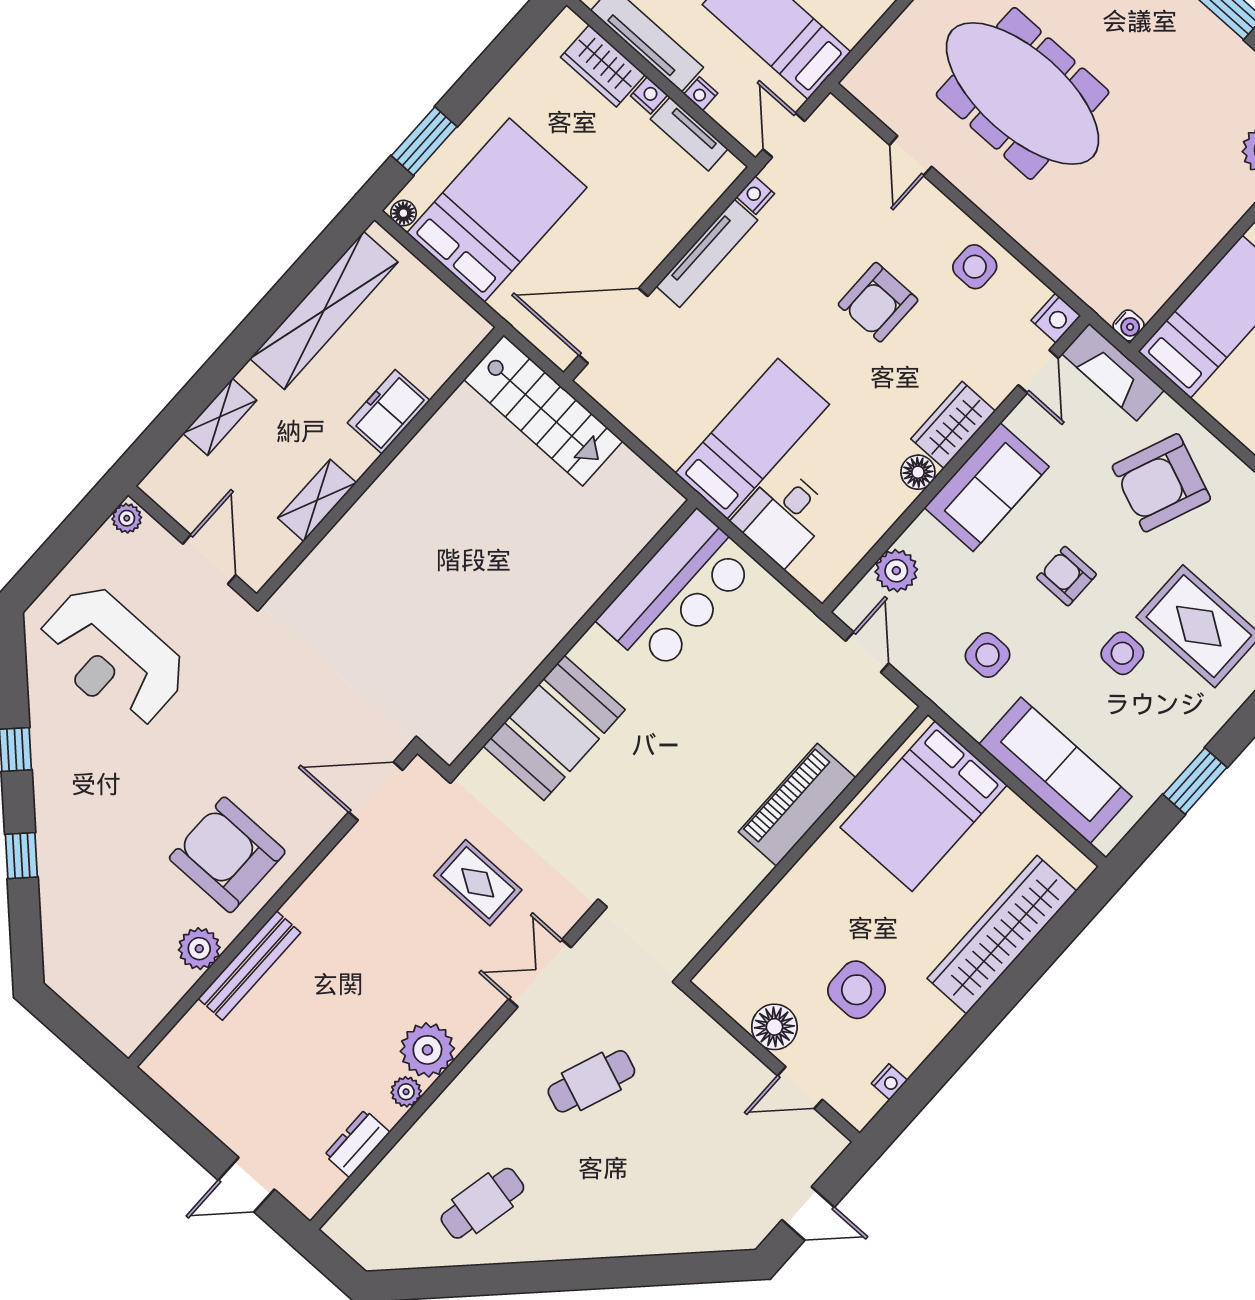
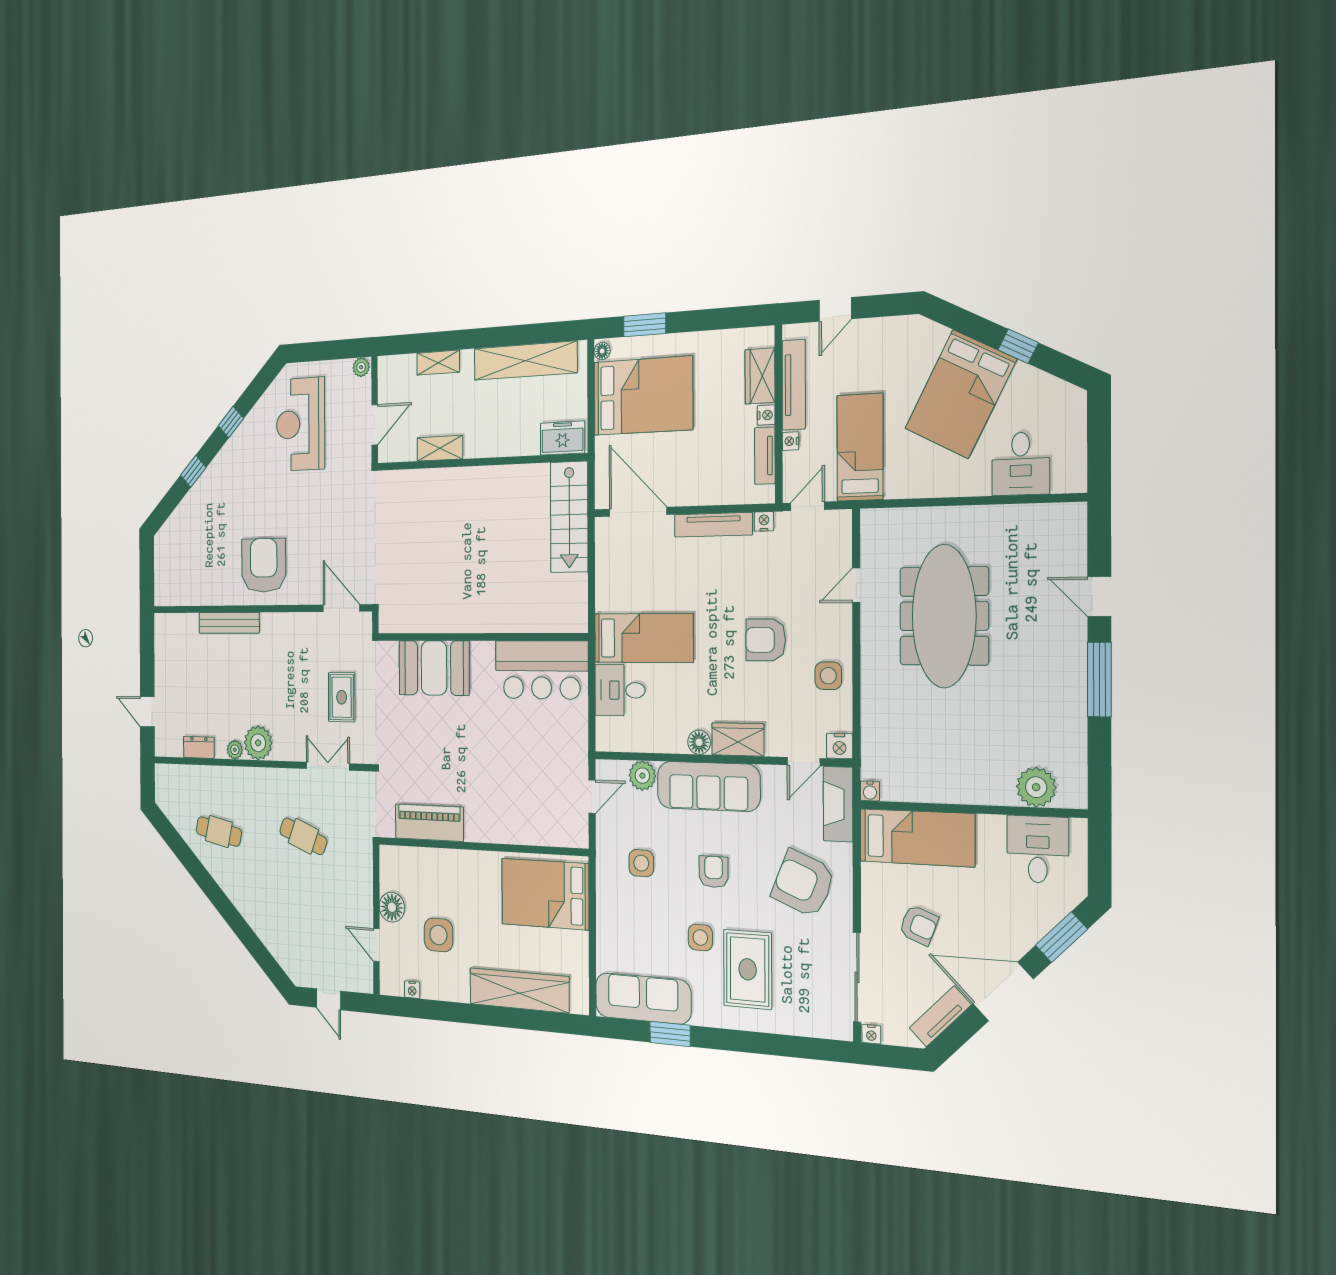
freezer: (389, 412) -> (563, 438), moved
sofa: (987, 487) -> (708, 786), width x1.36
sofa: (1055, 770) -> (643, 998), moved, turned -90
piano: (797, 805) -> (429, 823), moved
plant: (199, 949) -> (218, 592), removed

